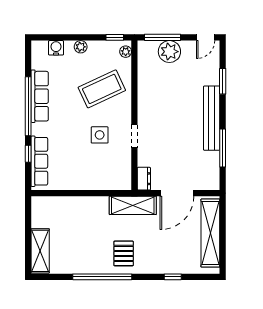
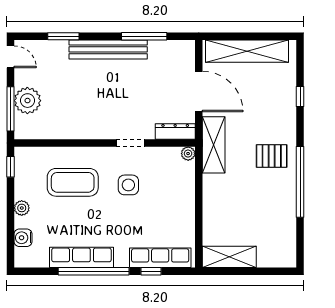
plant: (126, 52) -> (188, 154), moved
coffee table: (102, 89) -> (73, 182), turned -65
dresser: (144, 179) -> (175, 131), width x1.44
shelving: (40, 251) -> (229, 257), moved

